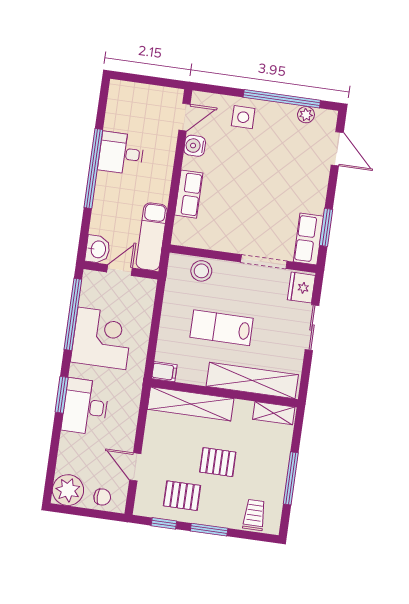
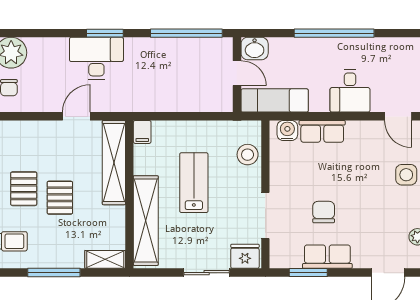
water cooler: (195, 146) -> (287, 130), moved
desk: (121, 153) -> (350, 91), moved, turned 180
chair: (269, 204) -> (324, 212), added
row of seats: (308, 239) -> (327, 257), moved
corner desk: (102, 338) -> (167, 65), removed
shelving: (274, 413) -> (105, 259), moved, turned 90
door: (135, 467) -> (76, 116), moved
pallet: (182, 496) -> (24, 189), moved

